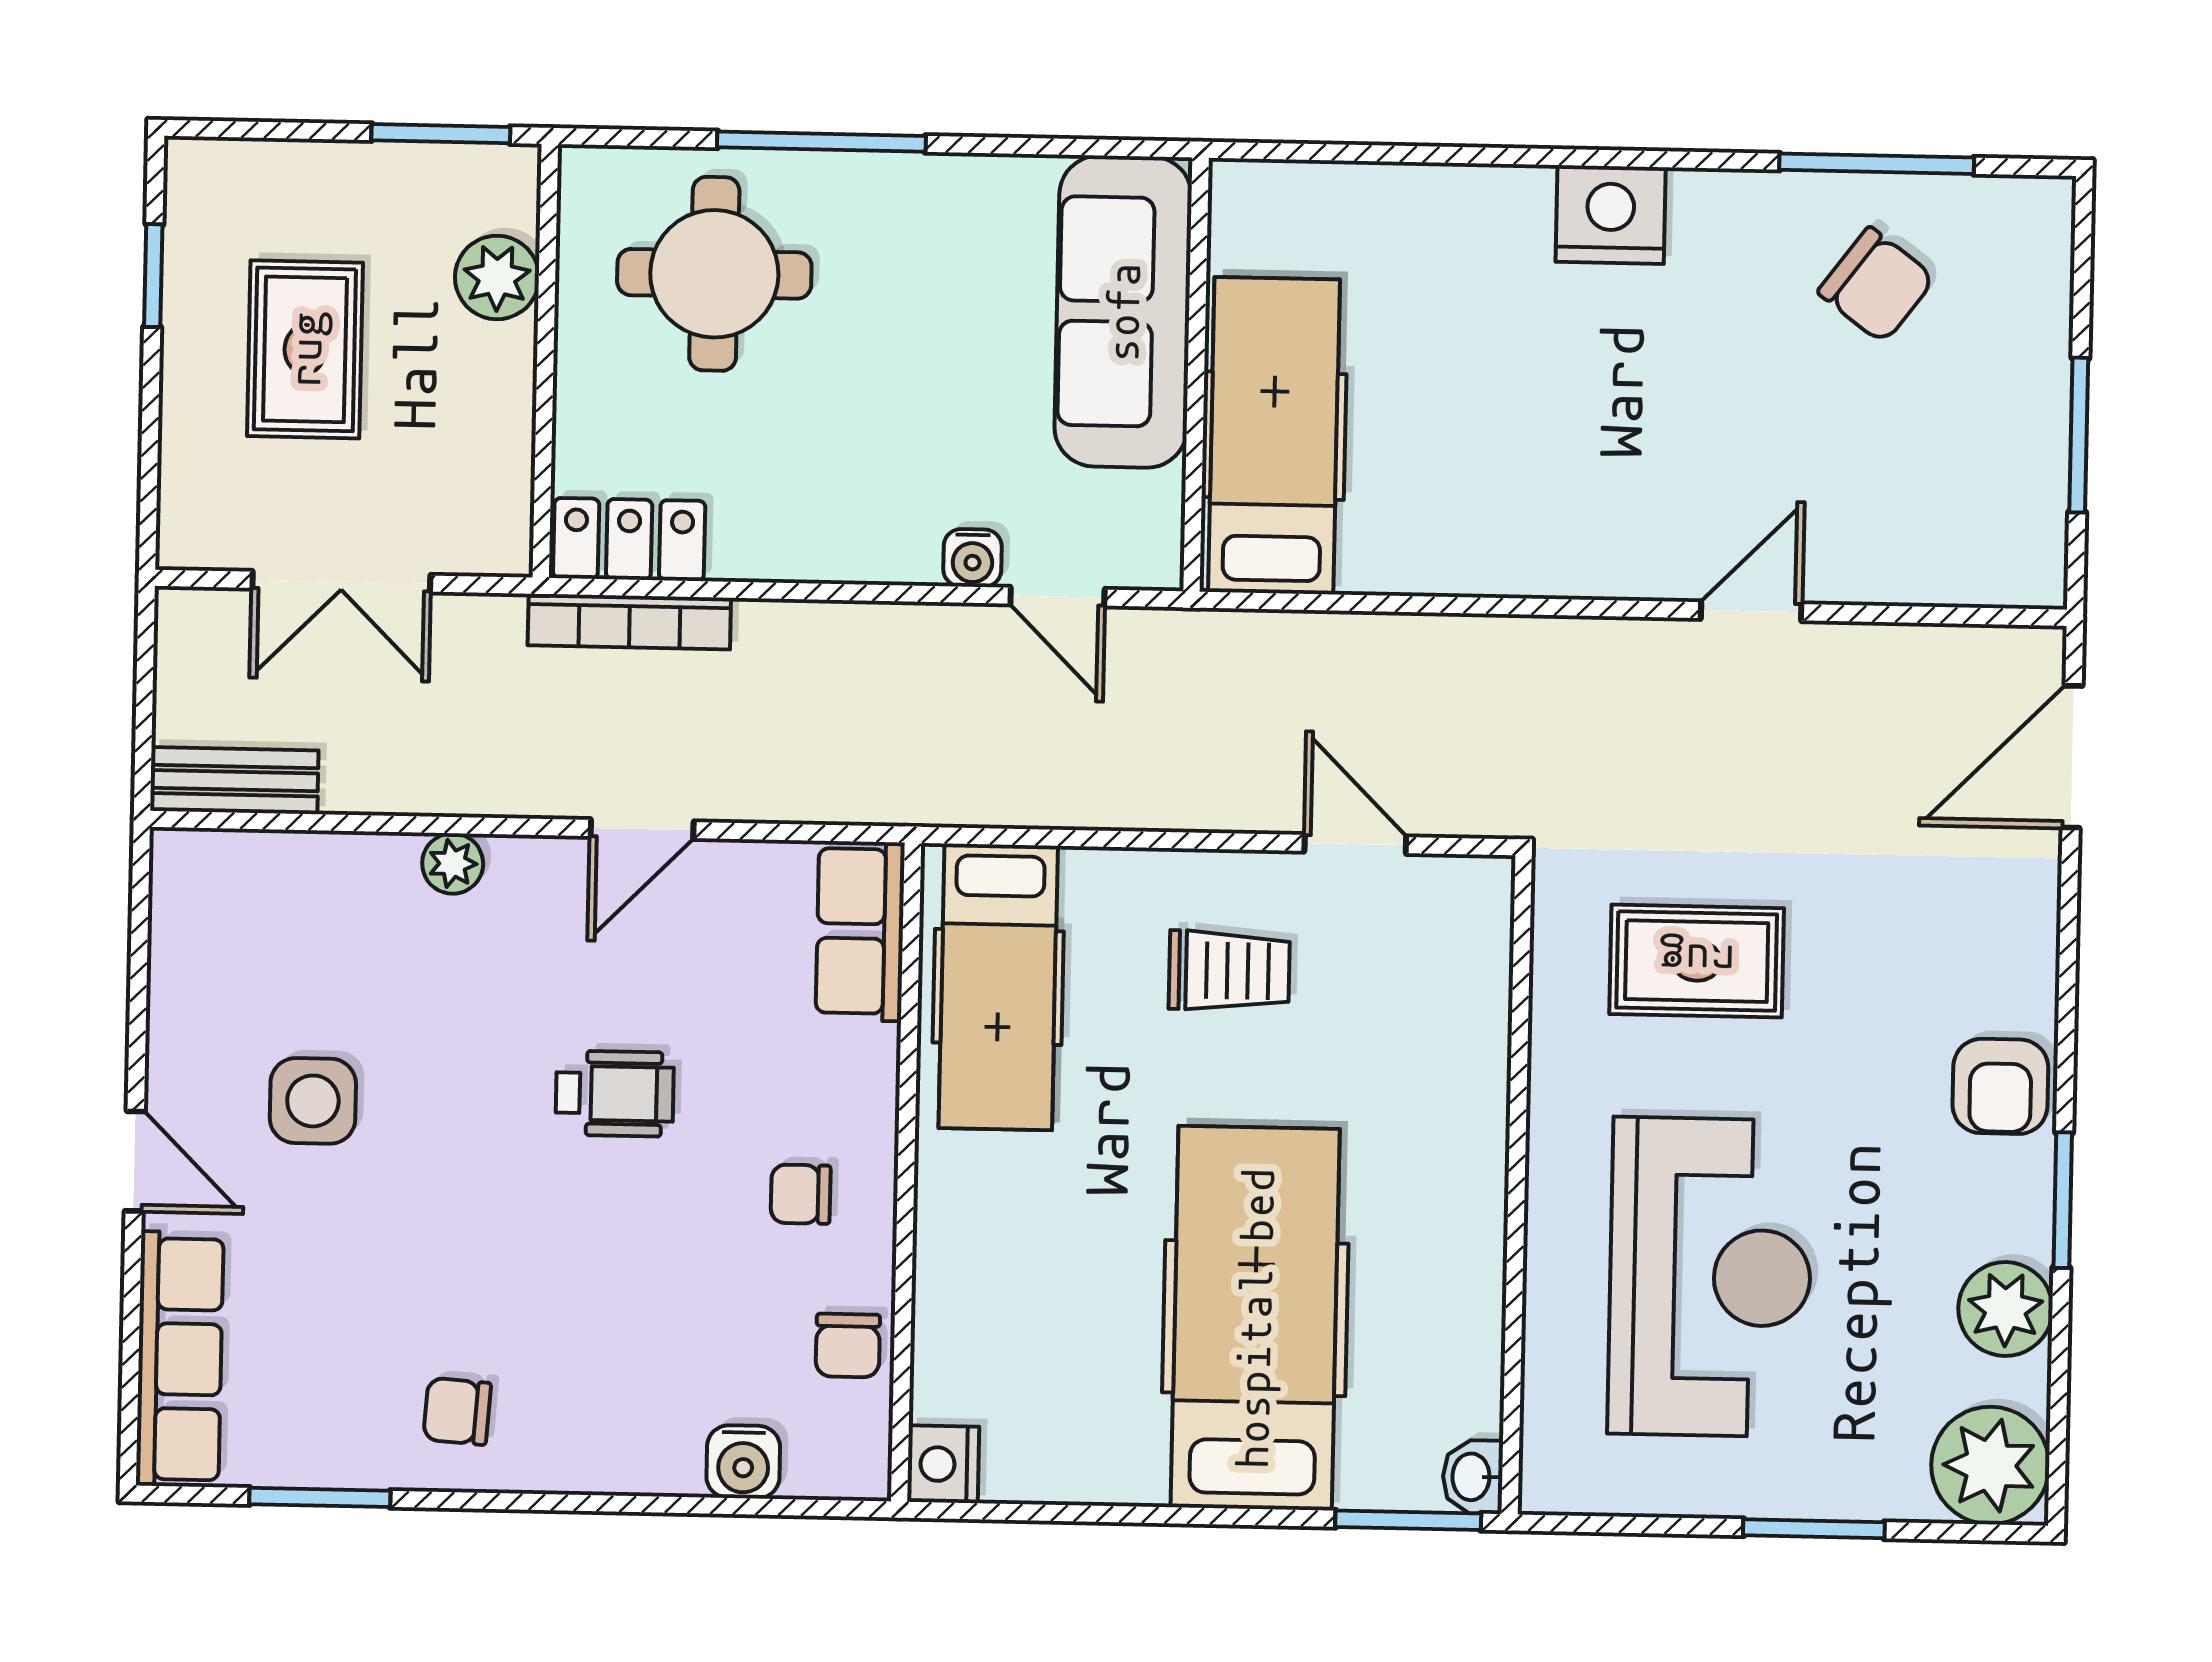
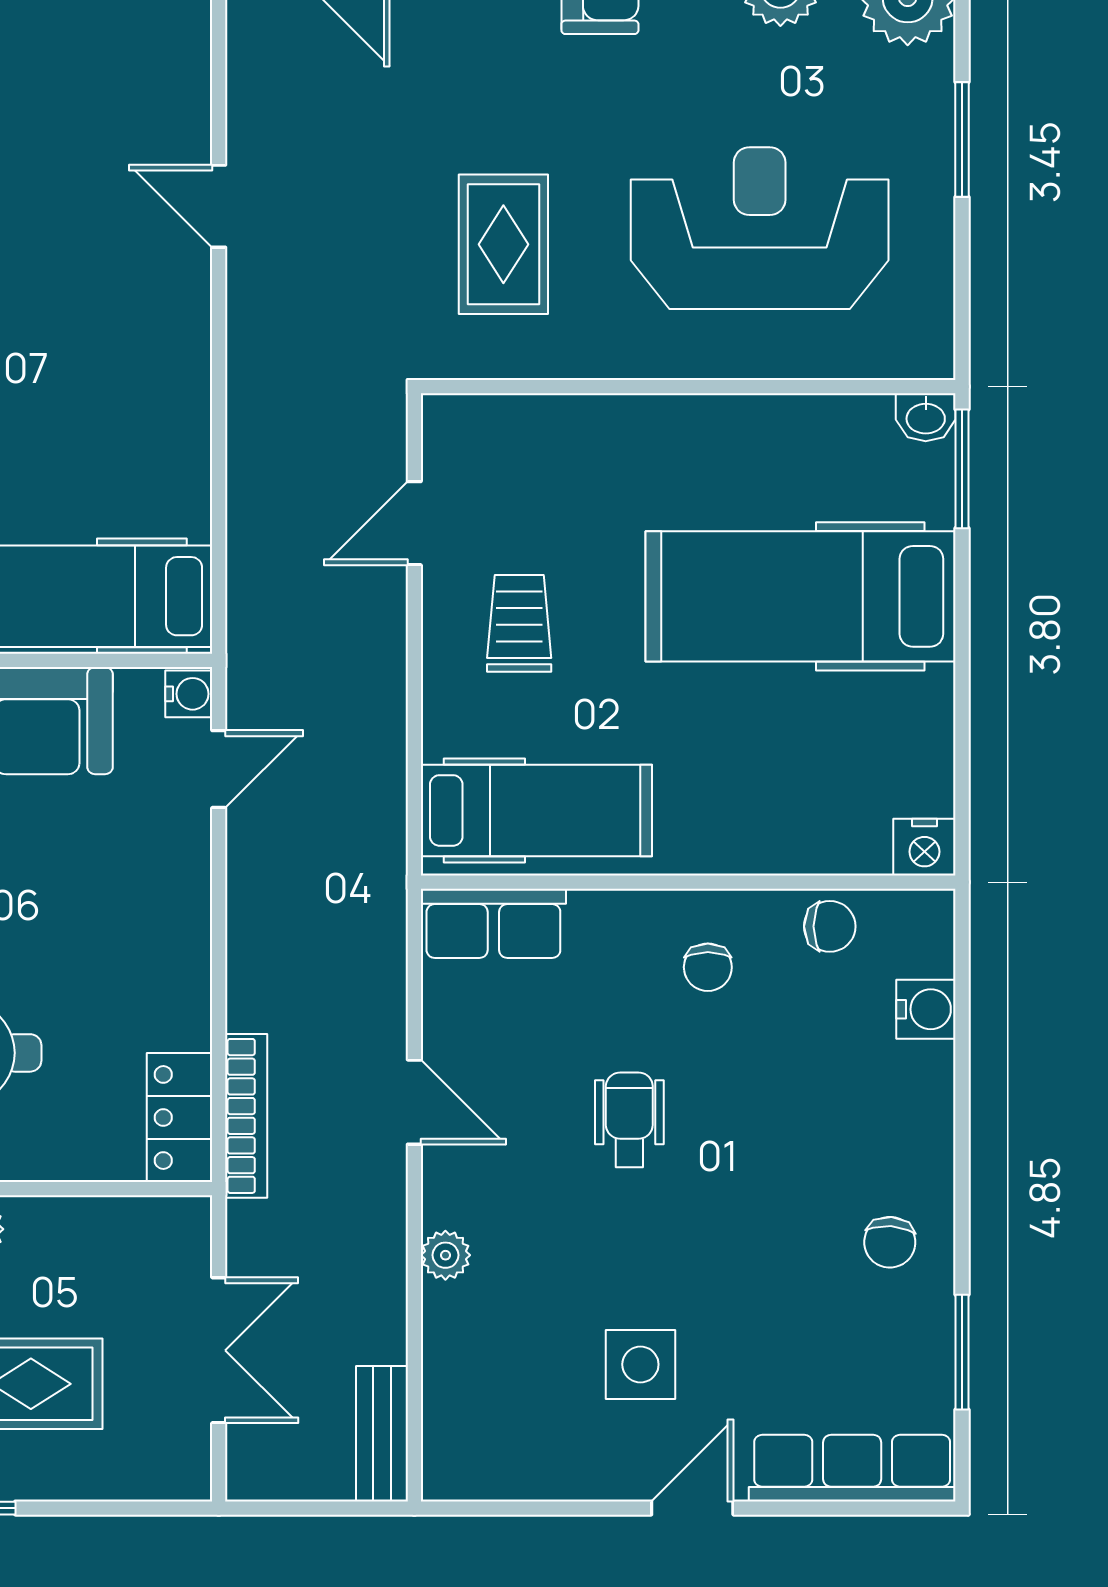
water cooler: (973, 558) -> (189, 694), moved

